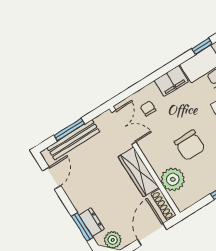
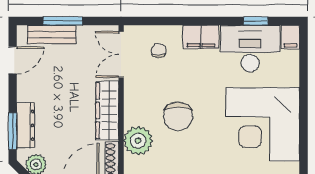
double door: (124, 127) -> (121, 54), swing flipped
bench: (73, 140) -> (52, 34), width x0.73
dresser: (92, 222) -> (26, 125), width x1.44

